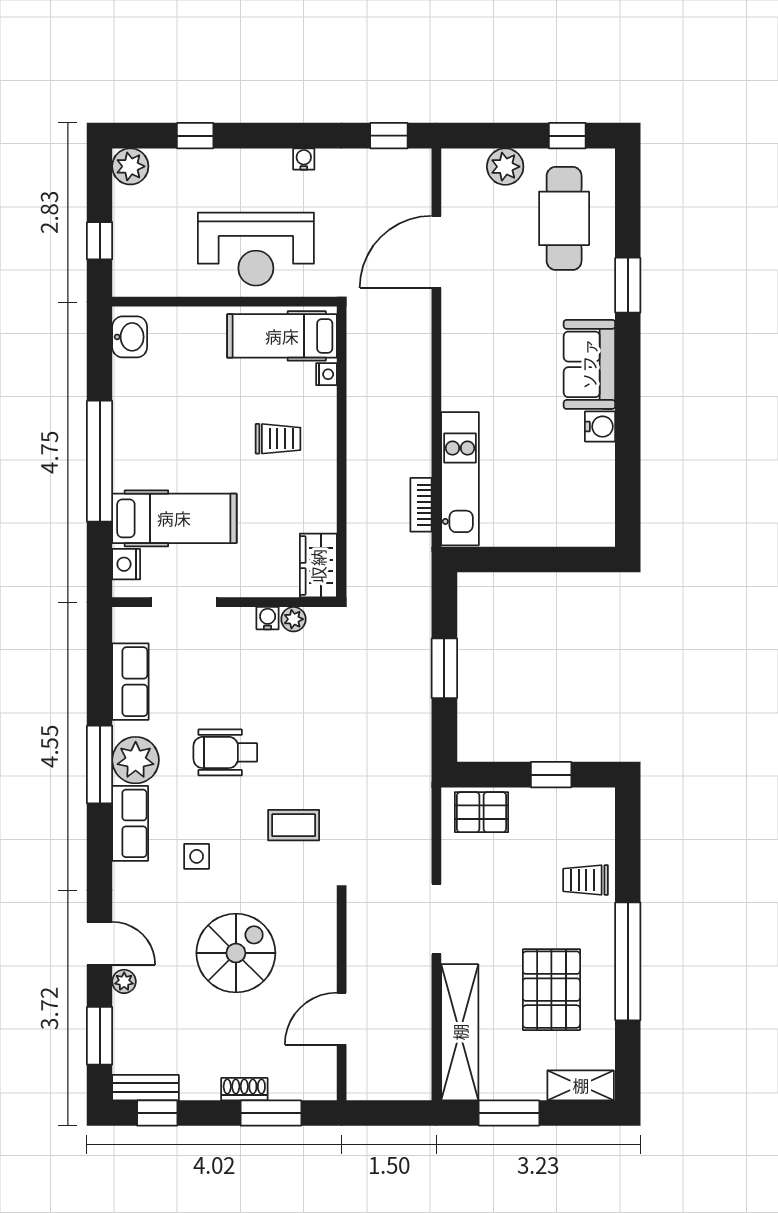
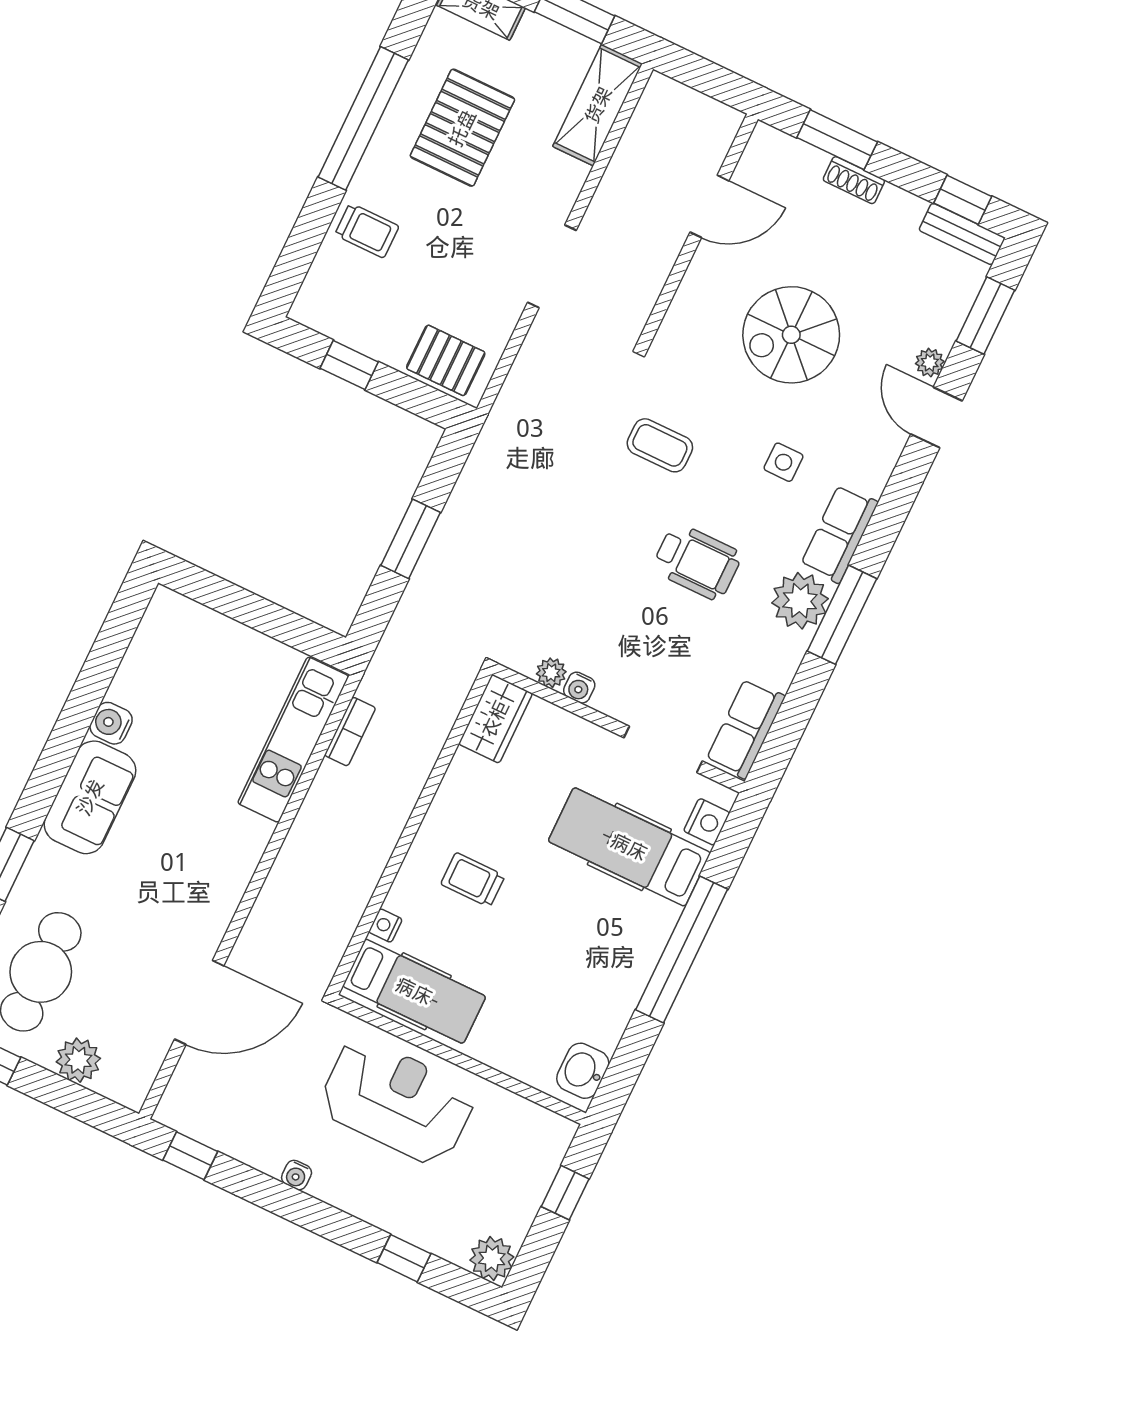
row of seats: (130, 682) -> (746, 728), moved
shelving: (460, 1032) -> (598, 105), width x0.68

